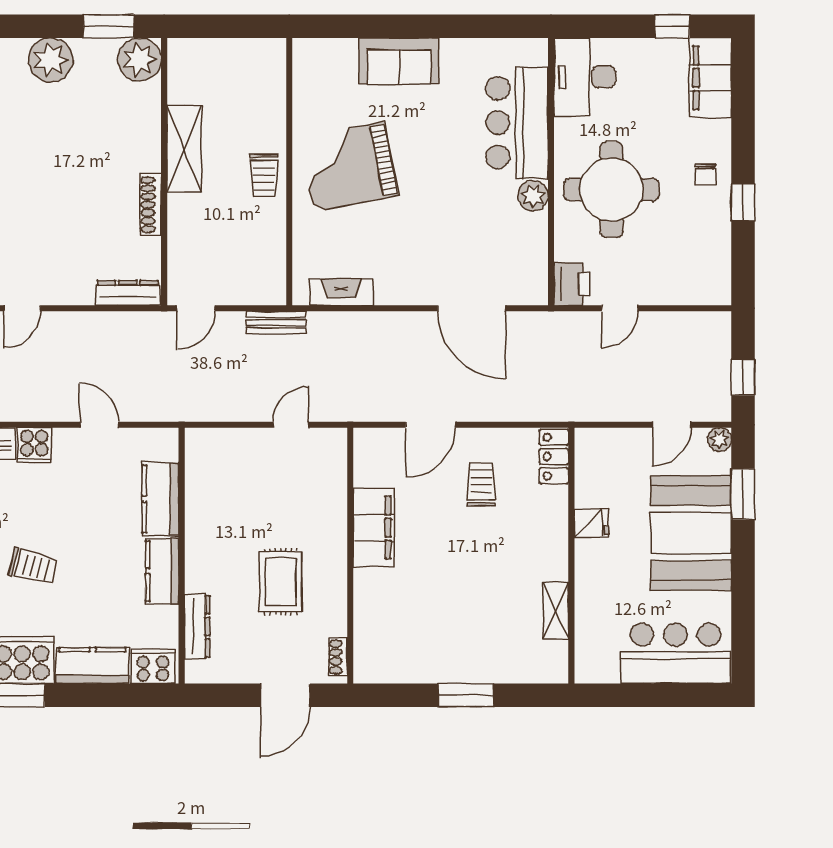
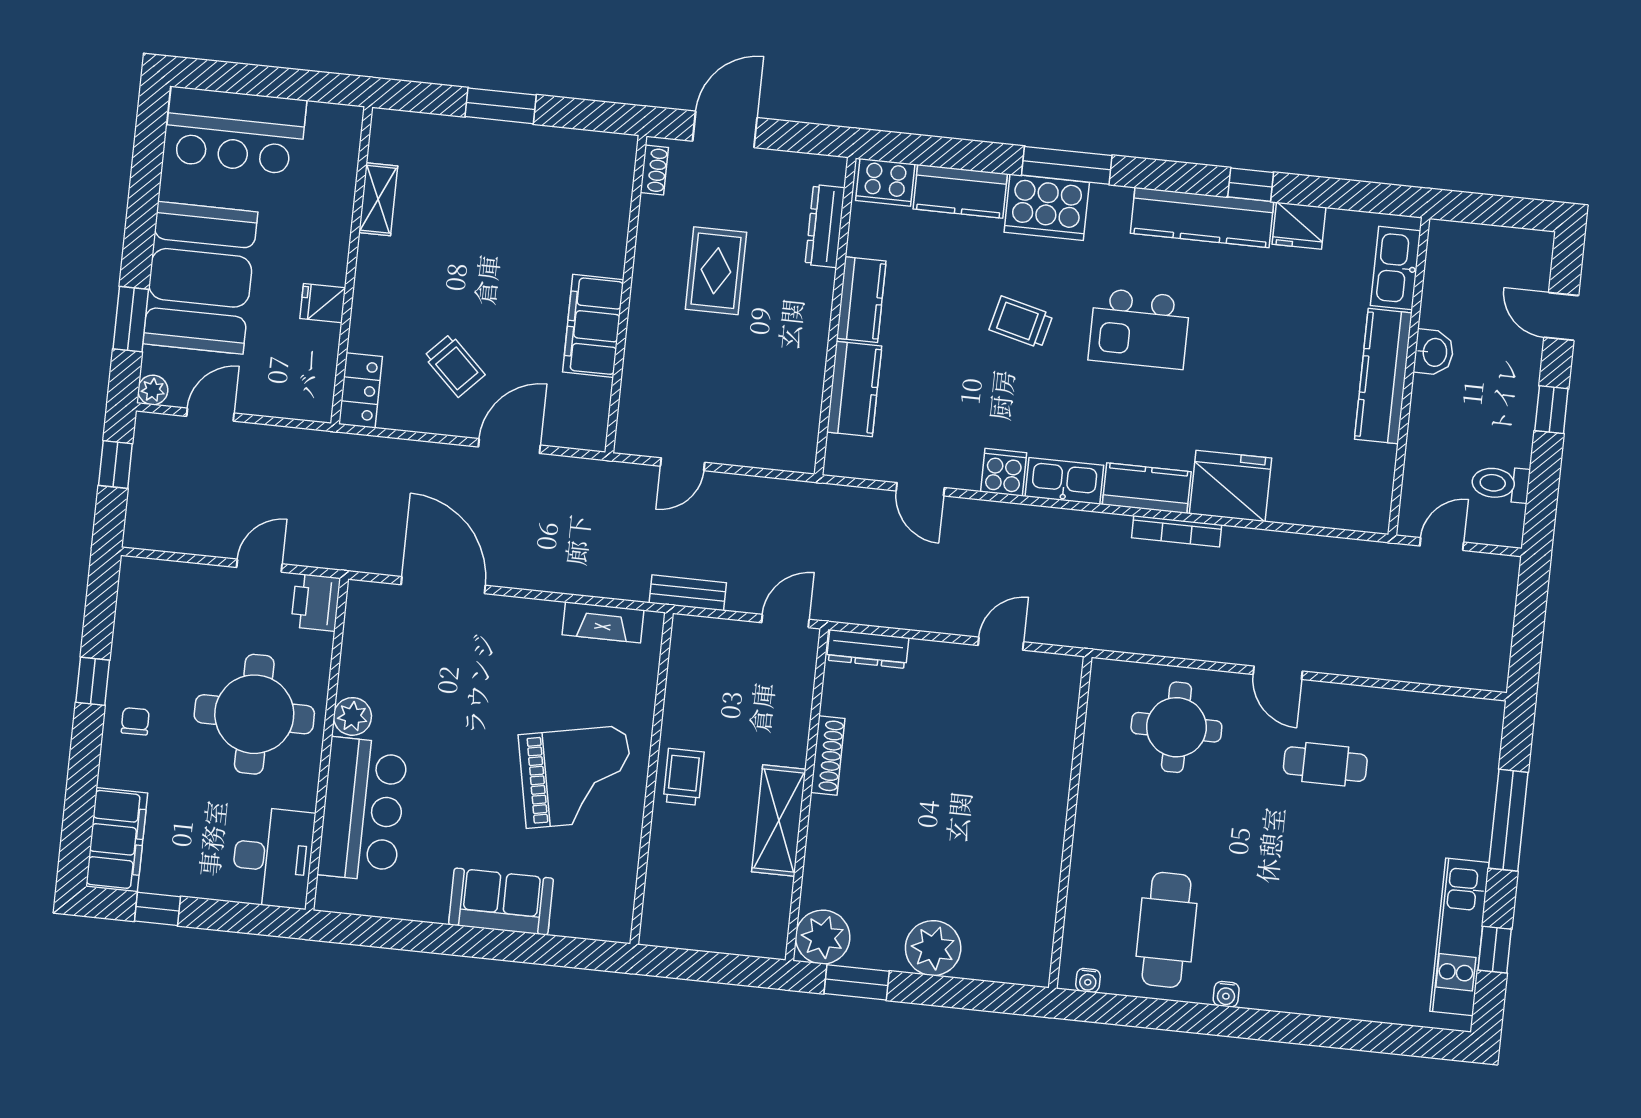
trolley: (481, 484) -> (454, 365), turned -46

